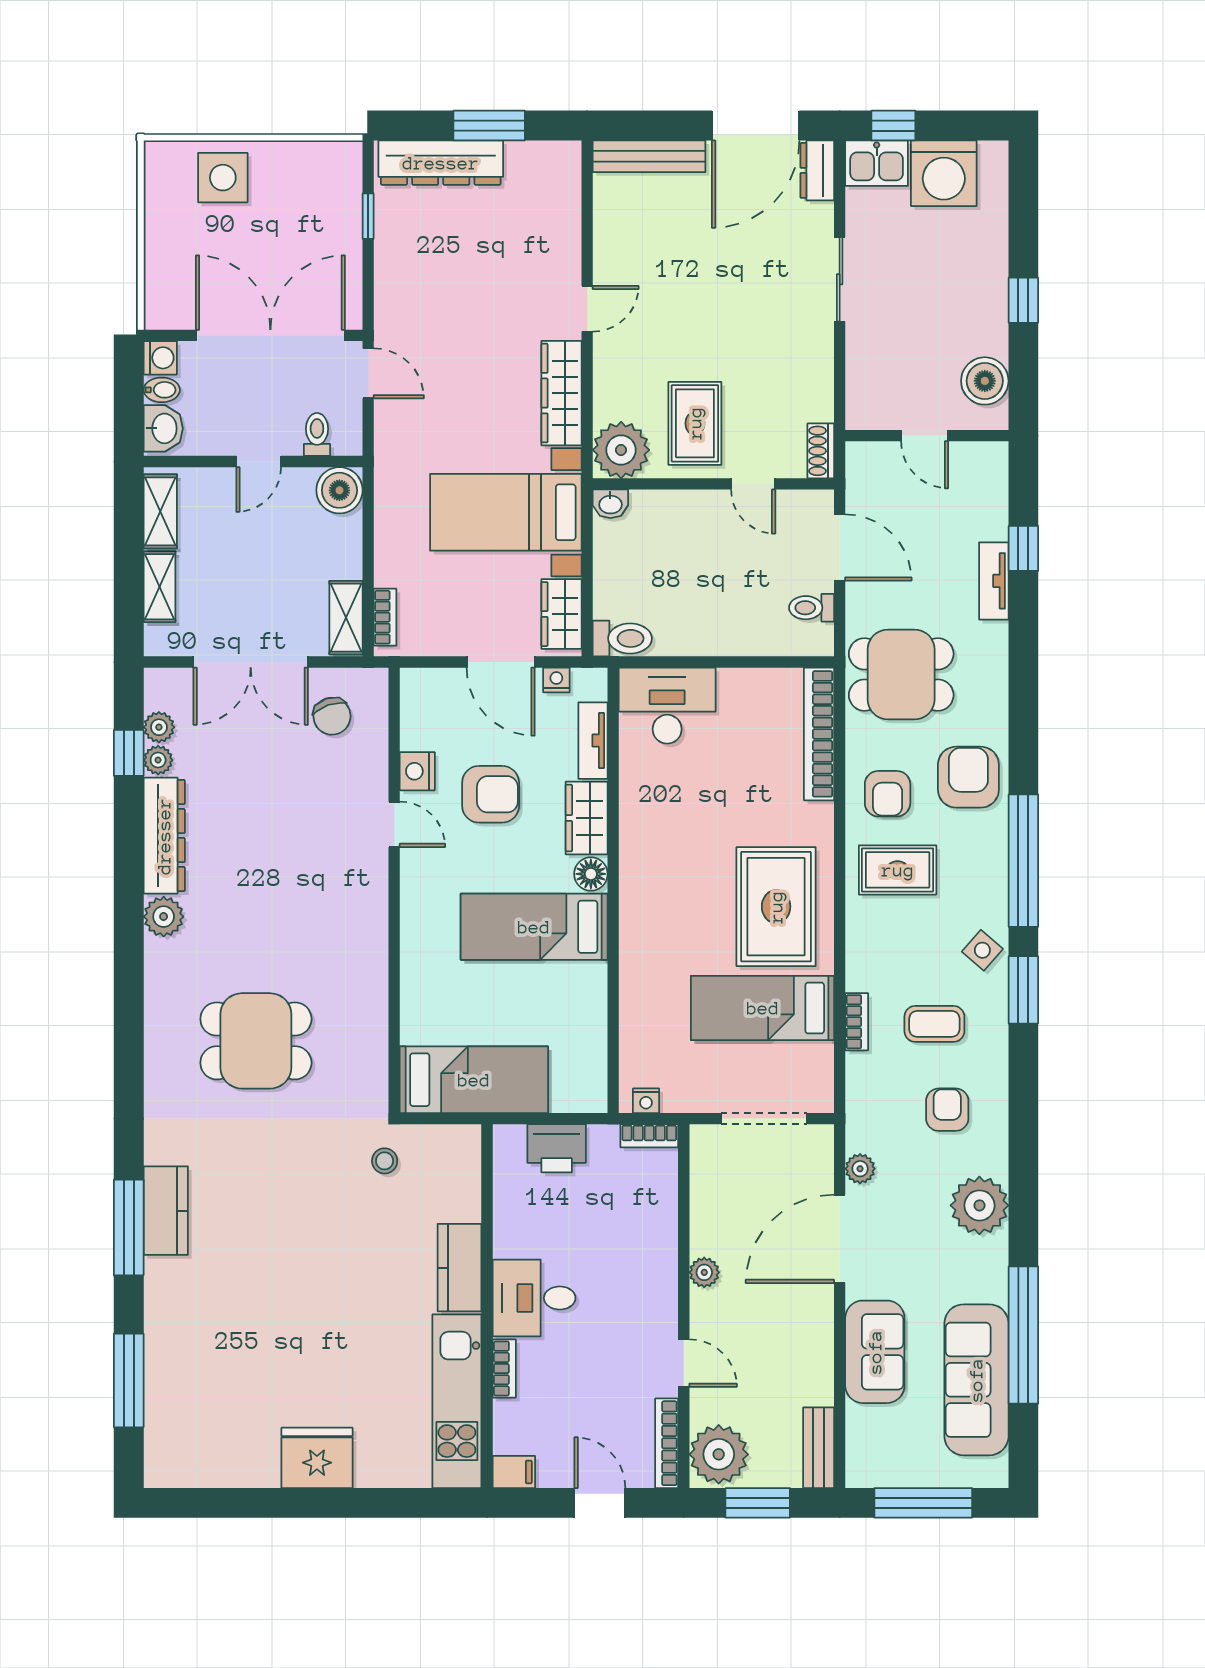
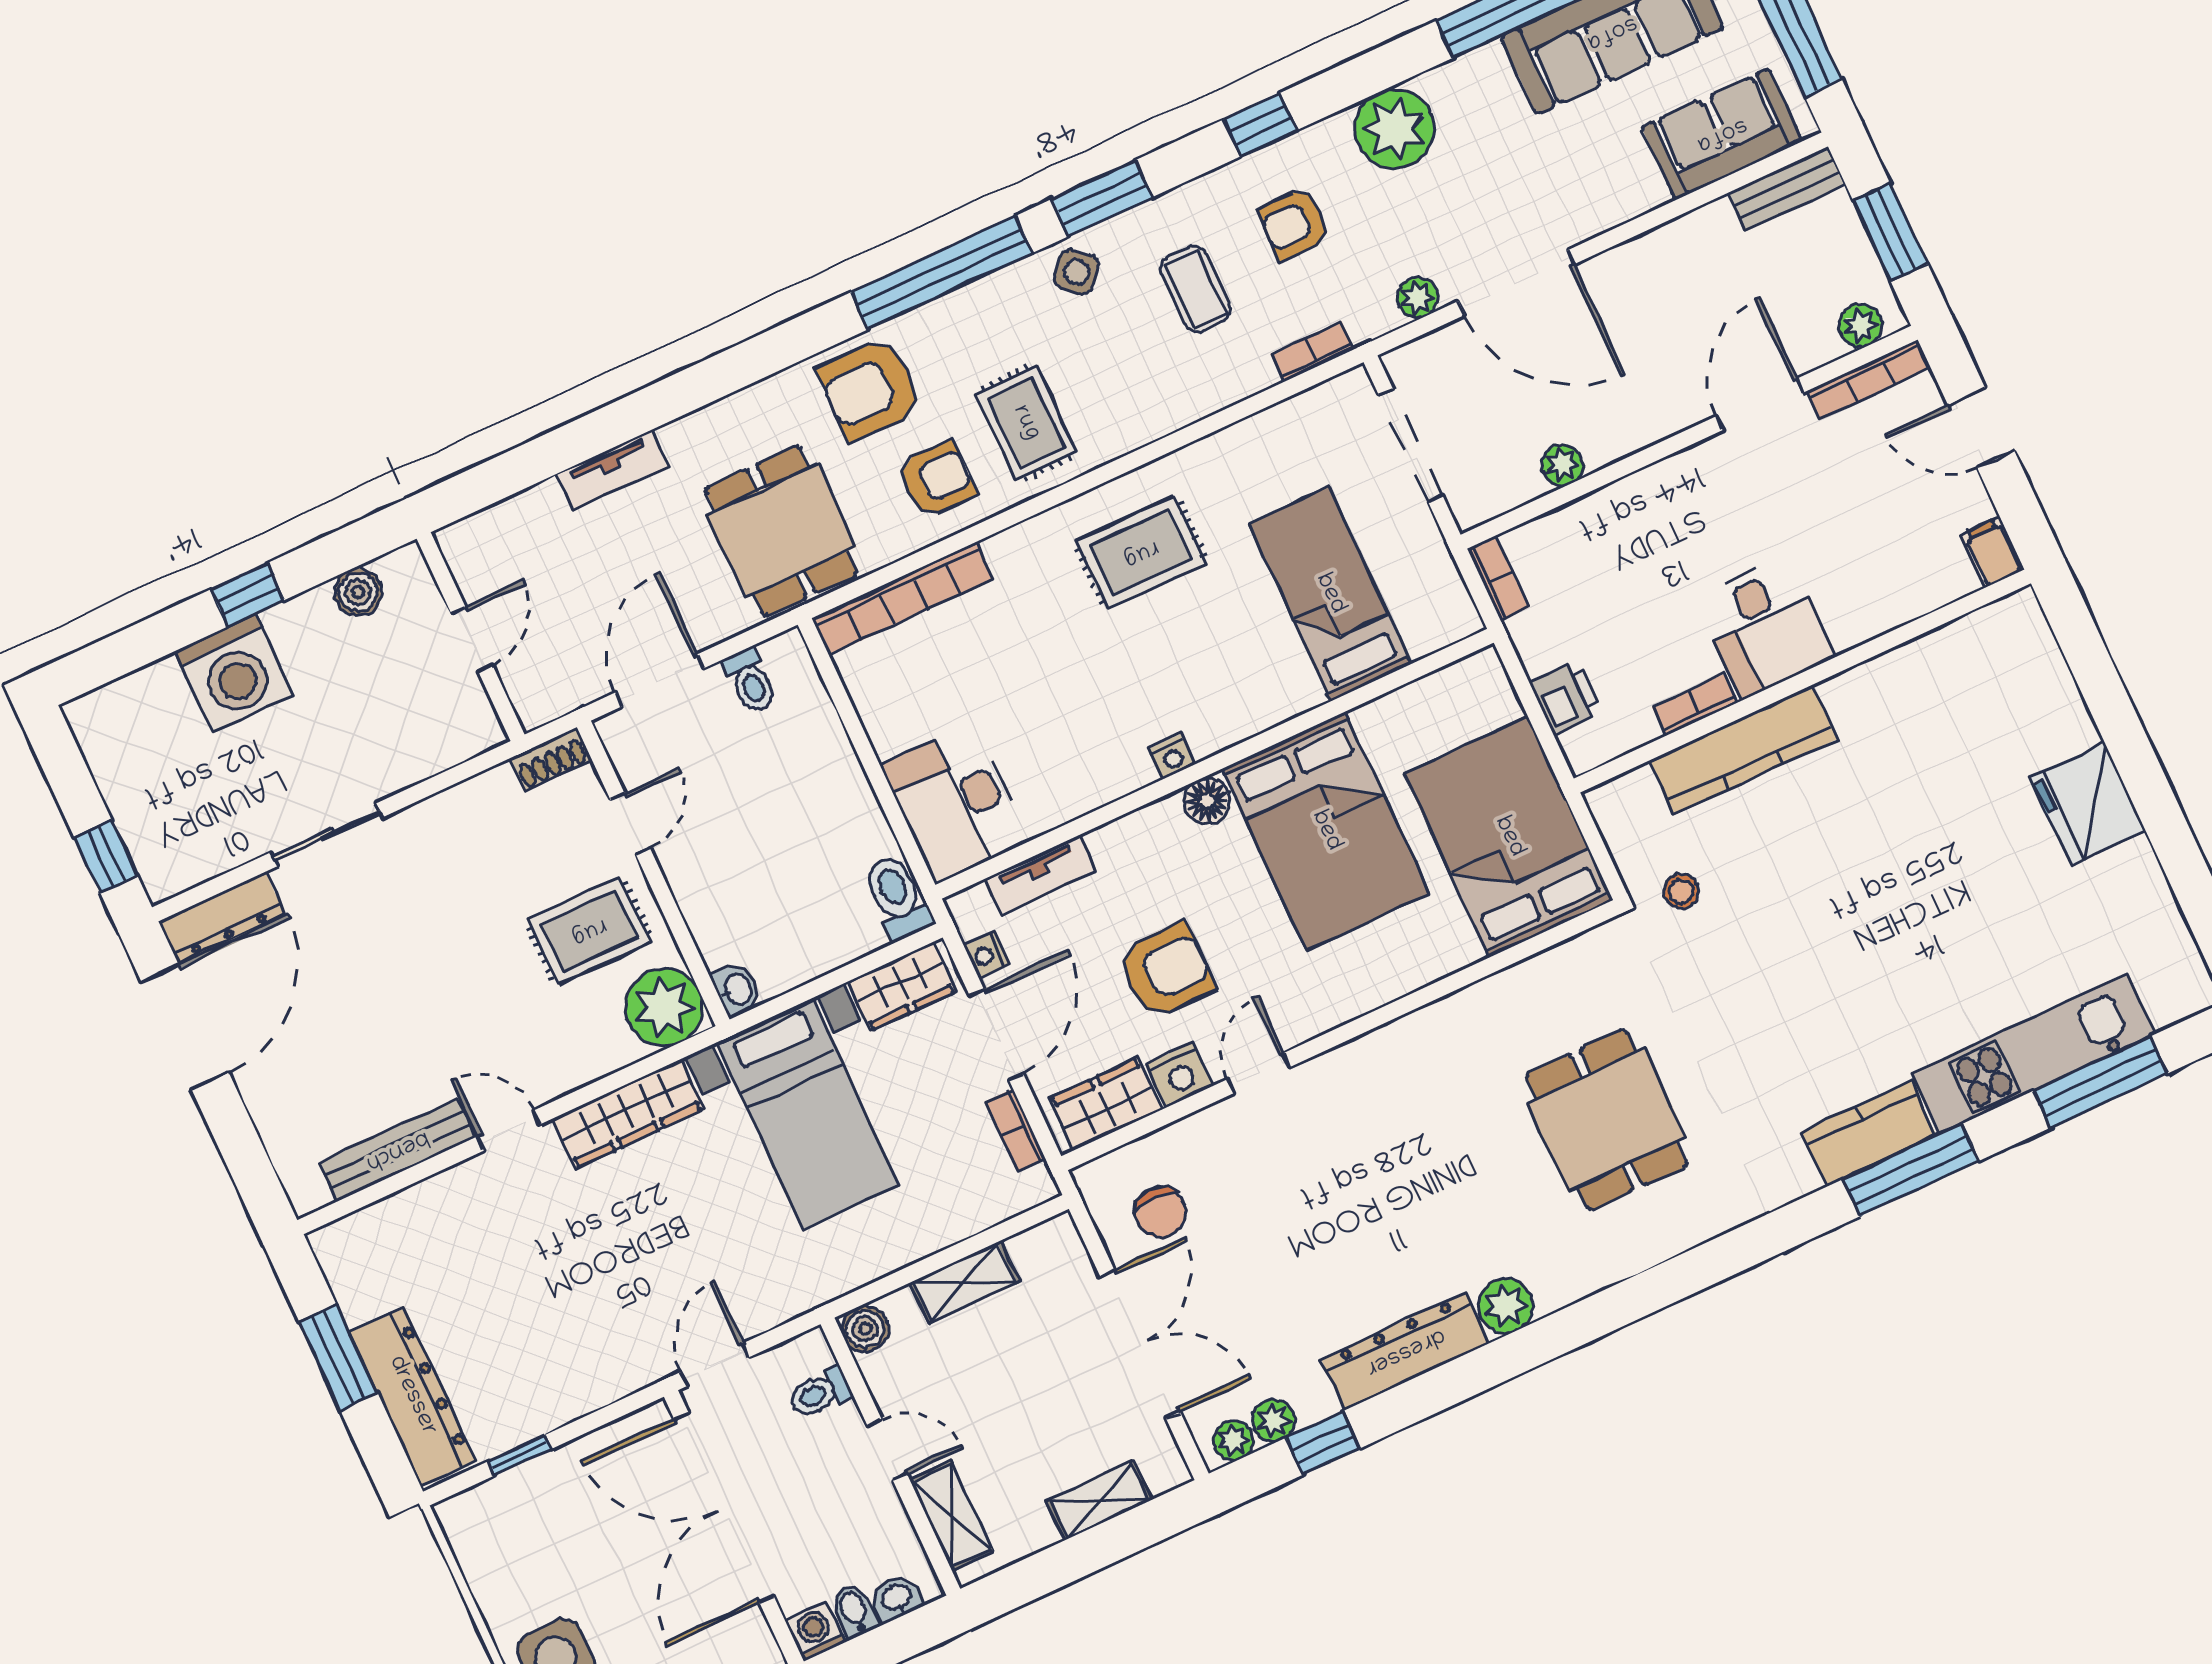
door: (756, 126) -> (185, 1027), hinge flipped
bench: (649, 156) -> (397, 1150), moved, turned 90
kitchen sink: (877, 163) -> (162, 856), removed
dresser: (817, 170) -> (221, 917), width x1.44
washing machine: (944, 173) -> (234, 673), moved, turned 90
boiler: (985, 381) -> (358, 592), width x0.73, depth x0.73
washbasin: (163, 428) -> (896, 1598), width x0.72, depth x0.69
boiler: (339, 490) -> (865, 1329), width x0.73, depth x0.73
shelving: (160, 511) -> (951, 1516), moved, turned 90
window: (1023, 548) -> (1260, 125), moved
bookcase: (385, 617) -> (1015, 1130), moved, turned -90
shelving: (346, 618) -> (964, 1282), moved
chair: (332, 716) -> (1160, 1212), turned 109
plant: (158, 760) -> (1233, 1440), moved
armchair: (491, 794) -> (1166, 971), turned 90
wardrobe: (587, 818) -> (1105, 1104), moved, turned 180
rug: (776, 907) -> (1141, 553), width x0.73, depth x0.70
bed: (534, 927) -> (1326, 831), width x1.50
bed: (763, 1008) -> (1330, 594), moved, turned 180
bookcase: (857, 1022) -> (1312, 352), moved
bed: (474, 1080) -> (1509, 837), width x1.50
nightstand: (646, 1101) -> (1172, 756), moved, turned 90
printer: (557, 1148) -> (1565, 698), width x0.73, depth x0.81
kitchen counter: (459, 1268) -> (1743, 750), width x1.50
plant: (704, 1272) -> (1562, 465), moved
sofa: (875, 1352) -> (1722, 134), moved
door: (684, 1363) -> (1760, 404), width x1.38
bookcase: (504, 1369) -> (1695, 705), moved
kitchen unit: (457, 1401) -> (2034, 1054), moved, turned 180
plant: (719, 1454) -> (1861, 326), width x0.53, depth x0.53
door: (600, 1503) -> (1981, 428), hinge flipped

